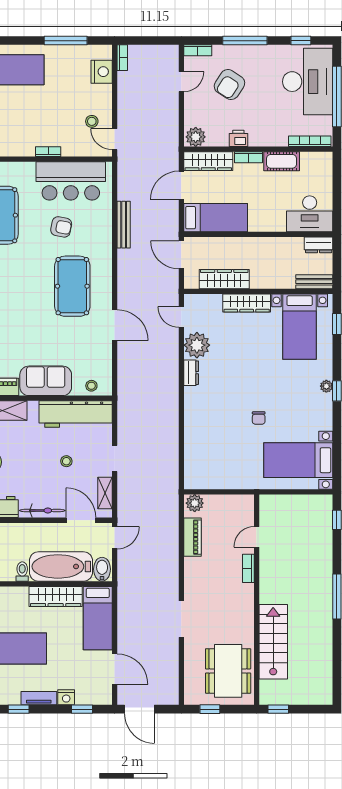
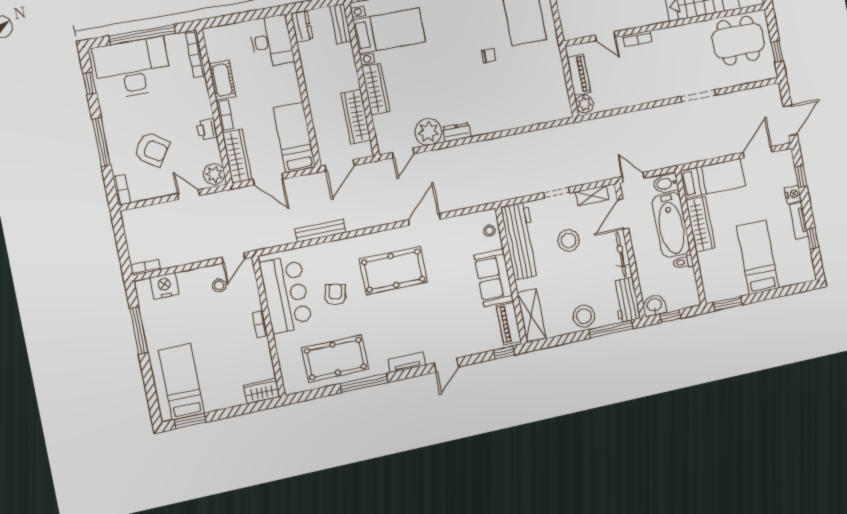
door: (181, 82) -> (189, 195), moved
stool: (66, 461) -> (569, 241), width x1.89, depth x1.89
piano: (192, 537) -> (579, 75), moved, turned 90

